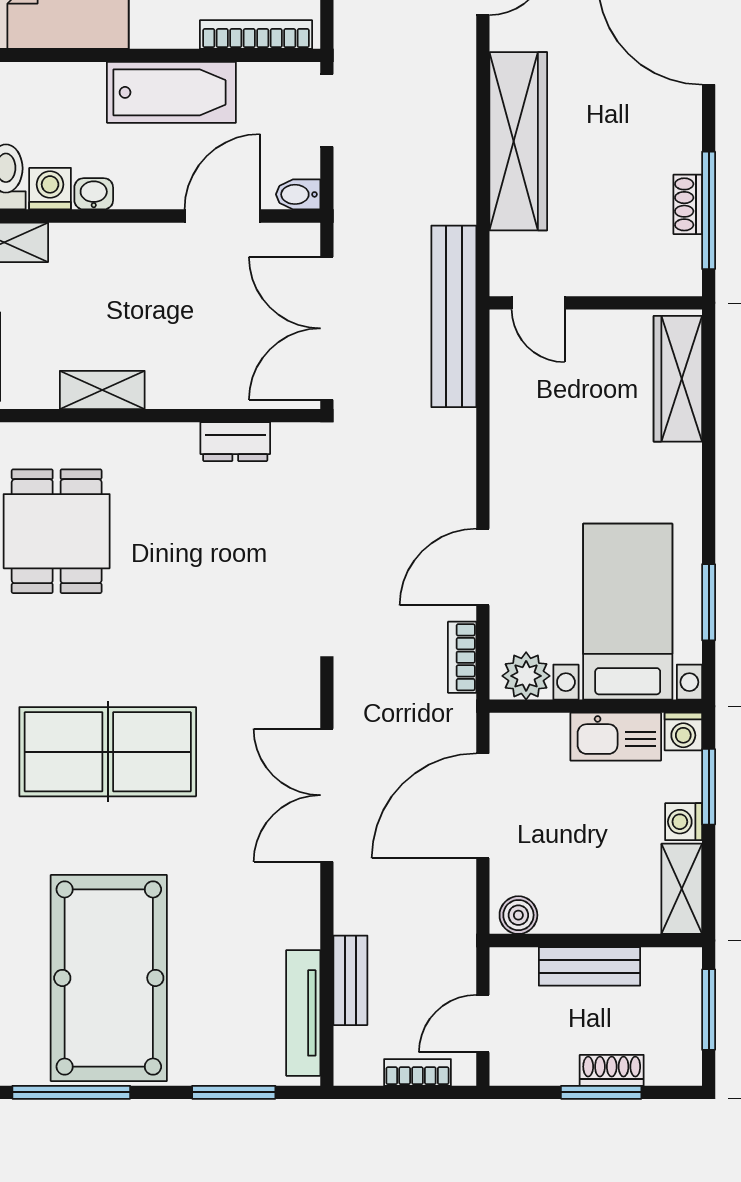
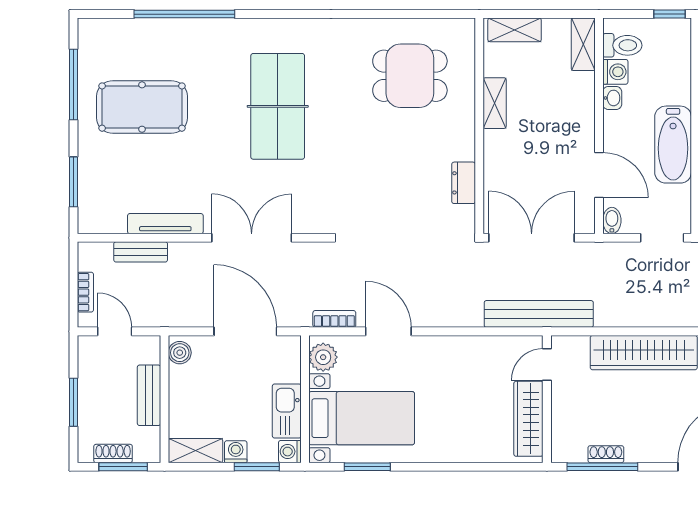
wardrobe: (678, 379) -> (528, 419), moved, turned -90
pool table: (109, 978) -> (142, 107), width x0.73, depth x0.76
tv unit: (303, 1013) -> (165, 224), moved
shoe rack: (612, 1070) -> (113, 453), moved, turned -90

